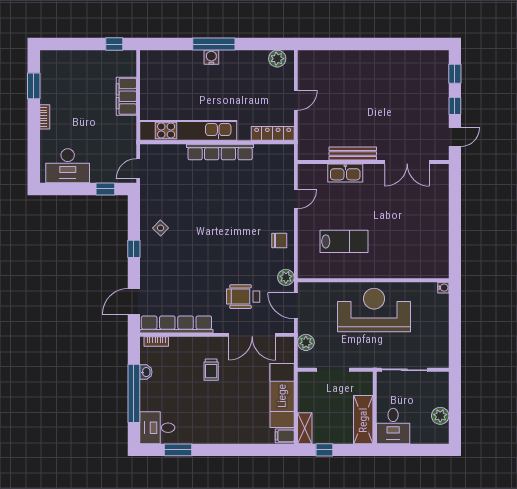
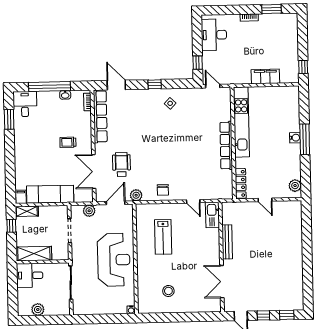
kitchen sink: (345, 173) -> (212, 215), moved
stool: (418, 236) -> (168, 291), added

